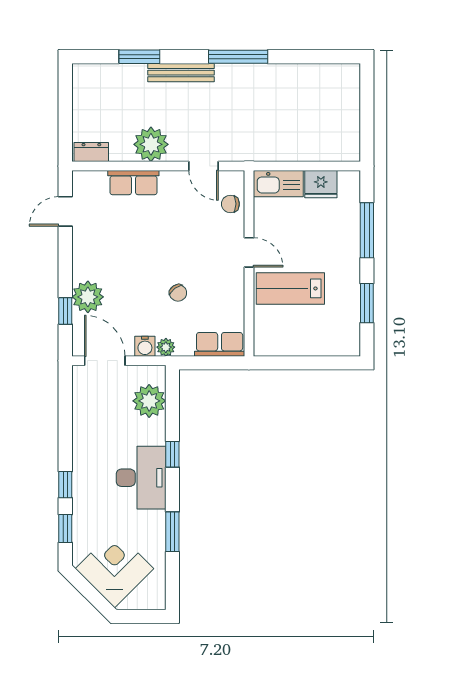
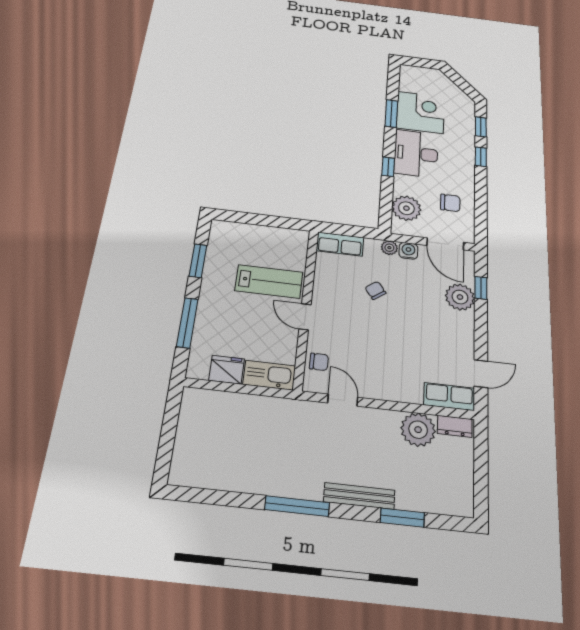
plant: (151, 144) -> (418, 430), moved
row of seats: (133, 183) -> (449, 397), moved
chair: (100, 415) -> (450, 203), added
corner desk: (114, 569) -> (420, 112), moved, turned -135

